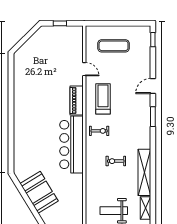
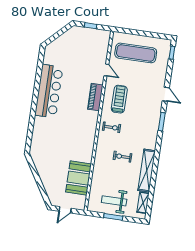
exercise mat: (114, 46) -> (136, 53), width x1.36, depth x1.45
door: (153, 86) -> (166, 94), swing flipped
bar counter: (71, 144) -> (49, 91), moved, turned 180
booth: (39, 192) -> (79, 178), moved, turned 31

